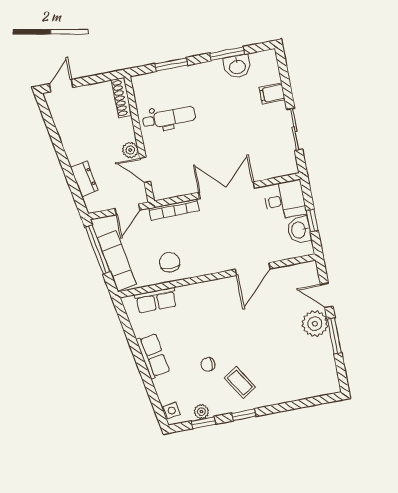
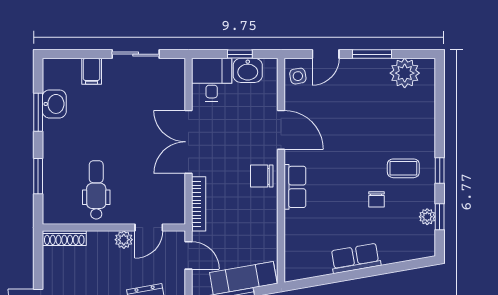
chair: (170, 262) -> (262, 176), moved
row of seats: (156, 300) -> (295, 187), moved
plant: (315, 324) -> (405, 73), moved
coffee table: (240, 383) -> (403, 168), turned 32
side table: (172, 411) -> (298, 76), moved

